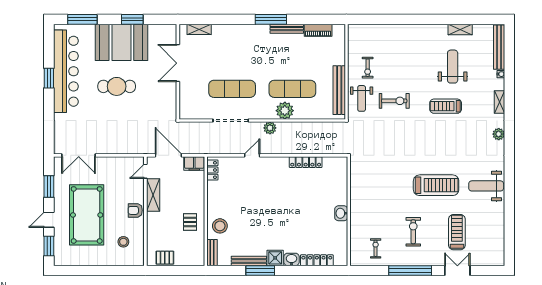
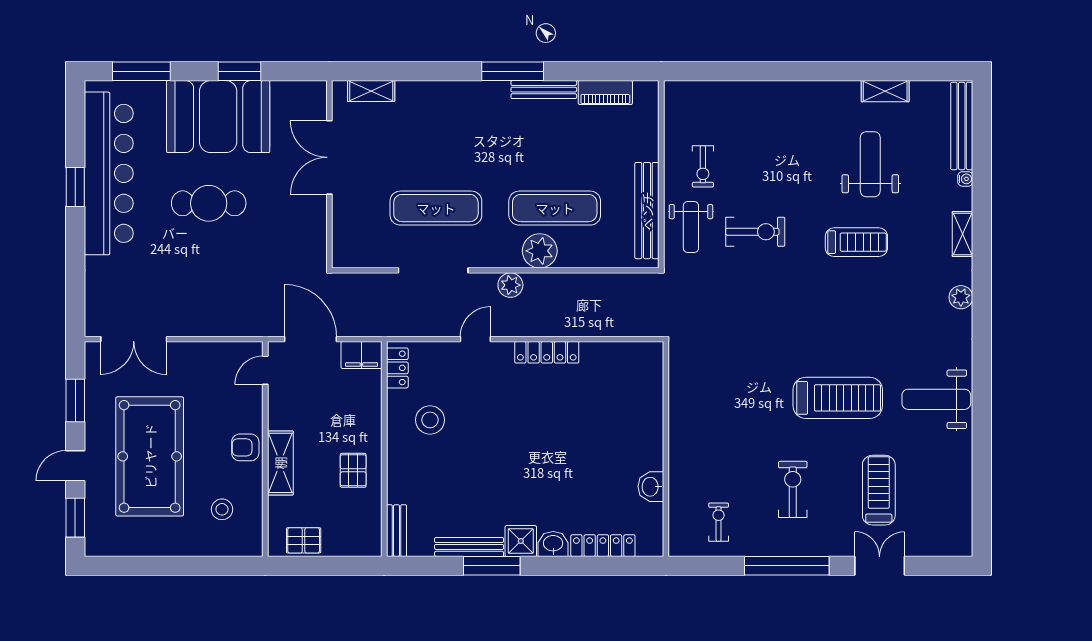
treadmill: (446, 106) -> (856, 242), turned 180
locker: (306, 162) -> (547, 352), moved
shelving: (153, 195) -> (280, 463), moved
washbasin: (341, 213) -> (651, 487), moved
stool: (220, 226) -> (430, 420), moved

